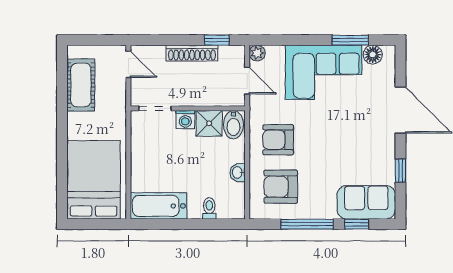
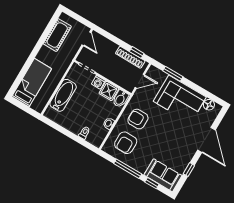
window: (350, 40) -> (173, 74), moved
shoe rack: (192, 53) -> (130, 57), moved
plant: (257, 53) -> (153, 70), removed
door: (247, 81) -> (140, 81), hinge flipped
bed: (94, 180) -> (32, 83), width x0.67
armchair: (281, 187) -> (126, 143), turned -90
bathtub: (159, 206) -> (63, 95), moved, turned 90

